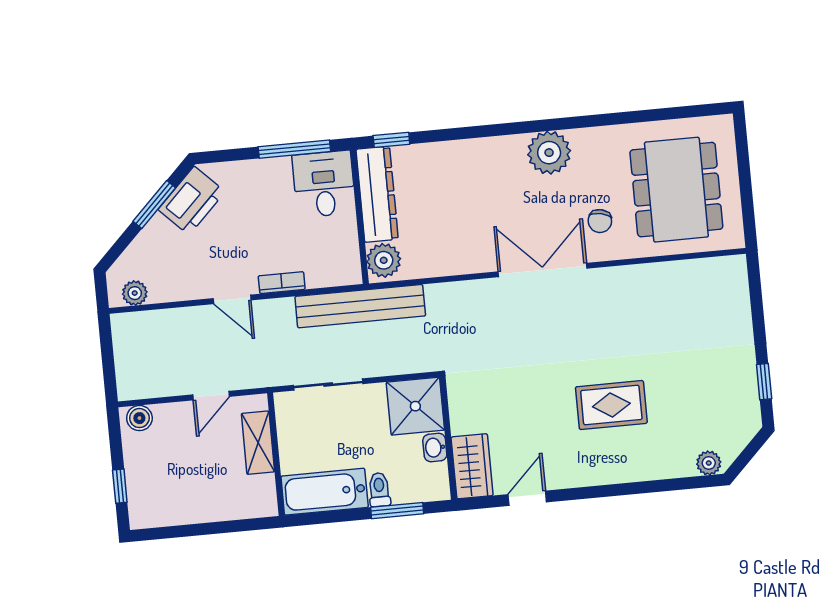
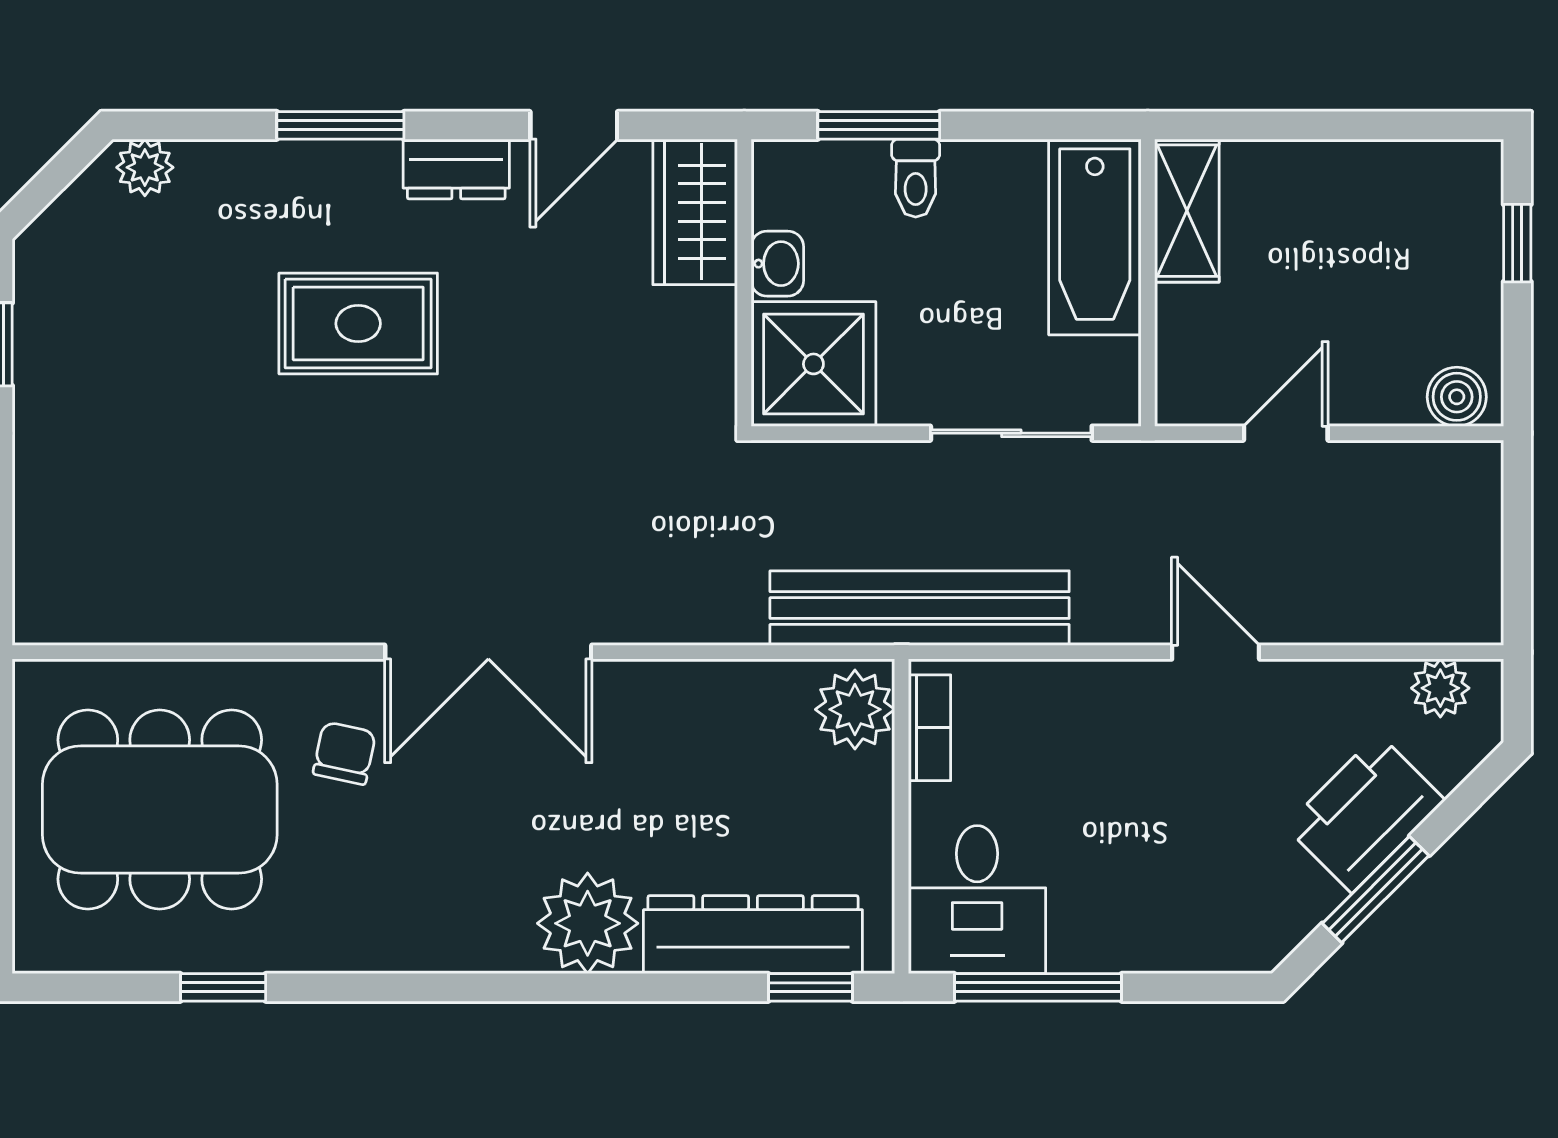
window: (642, 116) -> (223, 987), added
plant: (549, 153) -> (588, 923), moved
dining table: (676, 190) -> (160, 810), turned 90
dresser: (377, 194) -> (753, 935), moved, turned 90
printer: (192, 201) -> (1365, 813), moved
bookcase: (282, 283) -> (930, 728), moved, turned -90
shelving: (258, 443) -> (1187, 211), moved
dresser: (576, 475) -> (456, 169), added
window: (627, 489) -> (340, 125), added
bathtub: (325, 492) -> (1095, 237), moved, turned 90

